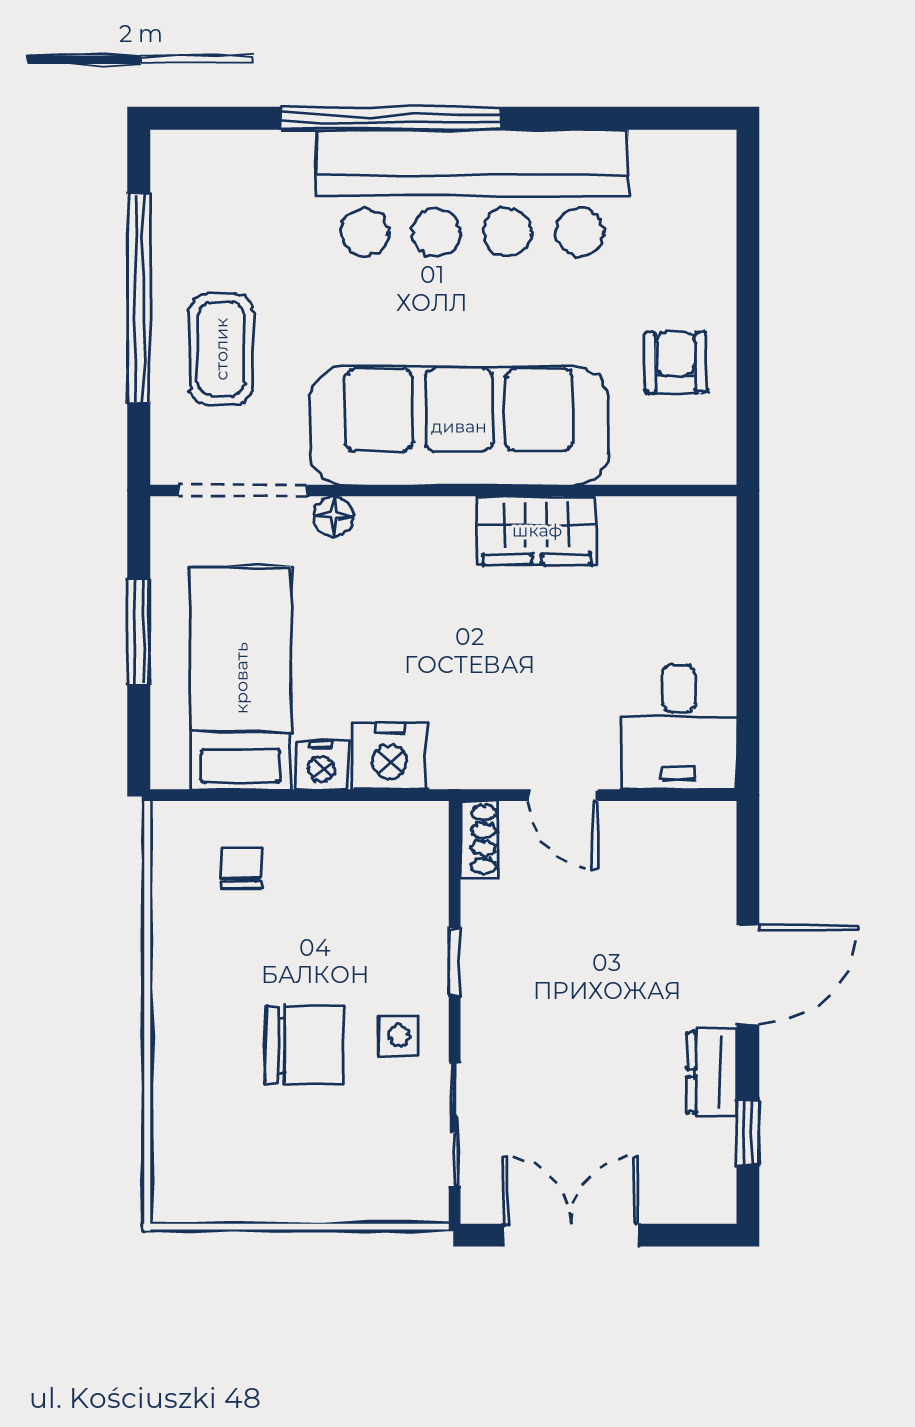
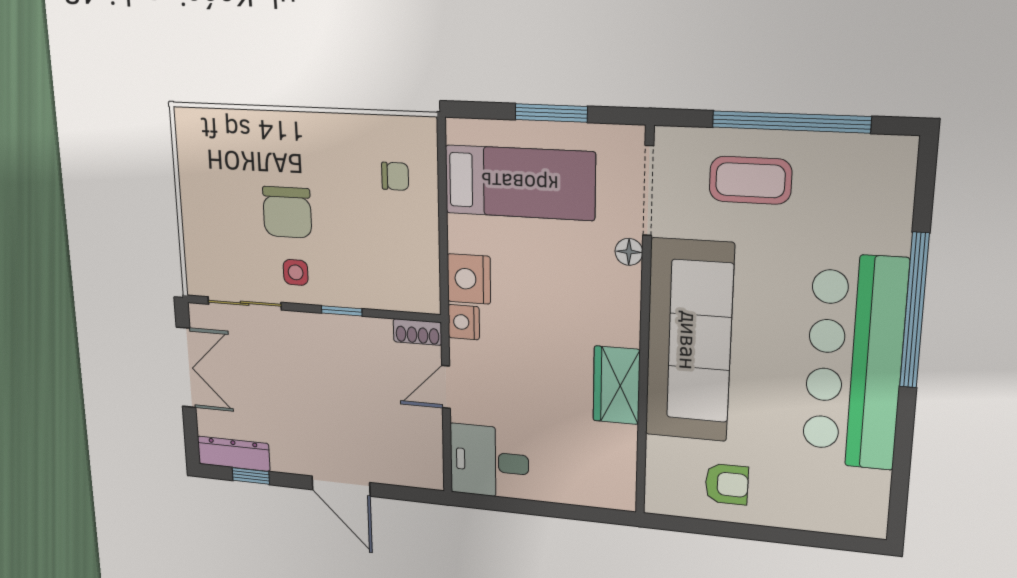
nightstand: (322, 765) -> (464, 322), moved
dresser: (712, 1073) -> (234, 454), moved, width x1.44

